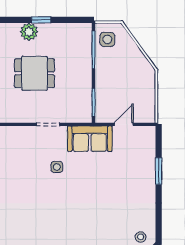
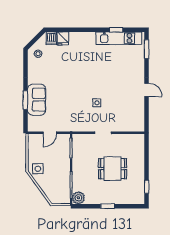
plant: (29, 32) -> (78, 198), moved
side table: (107, 39) -> (38, 169), moved
sofa: (90, 139) -> (37, 100), moved, turned 90

